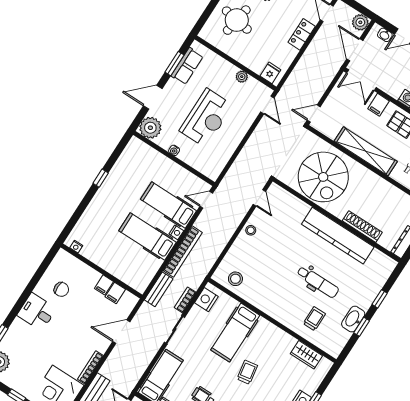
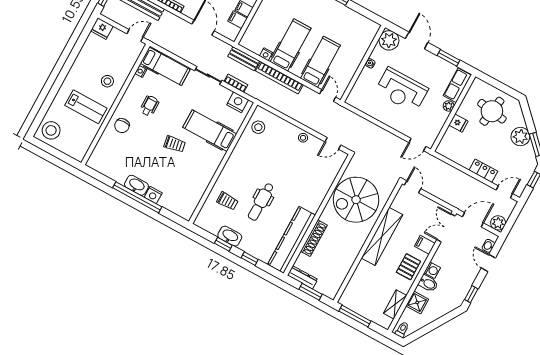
row of seats: (187, 66) -> (457, 85), moved, turned 90
fridge: (270, 73) -> (458, 123), moved
plant: (242, 77) -> (449, 106), moved
nightstand: (176, 232) -> (266, 54), moved
kitchen counter: (338, 236) -> (291, 240), moved
wardrobe: (306, 355) -> (194, 196), removed

